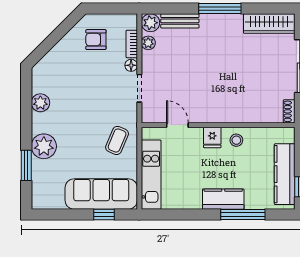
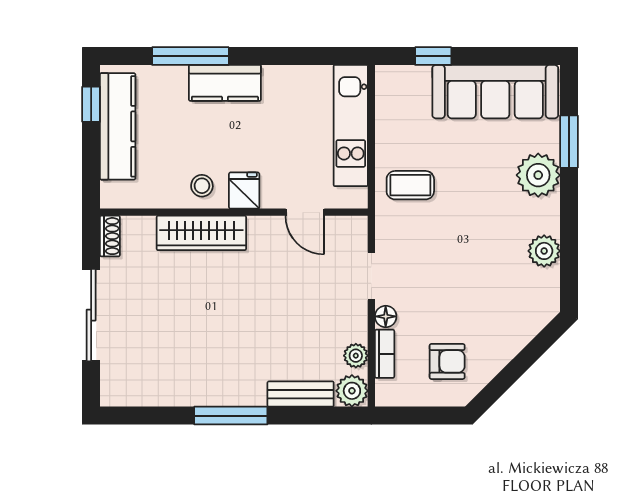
wardrobe: (269, 24) -> (201, 233), moved, turned 180
coffee table: (117, 140) -> (410, 185), turned 67
sofa: (101, 194) -> (495, 92), moved

